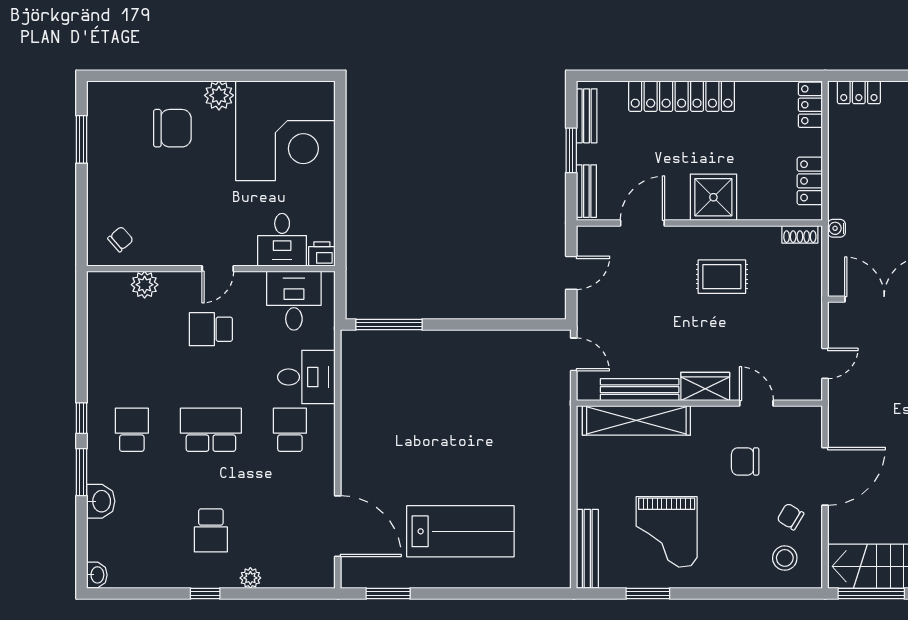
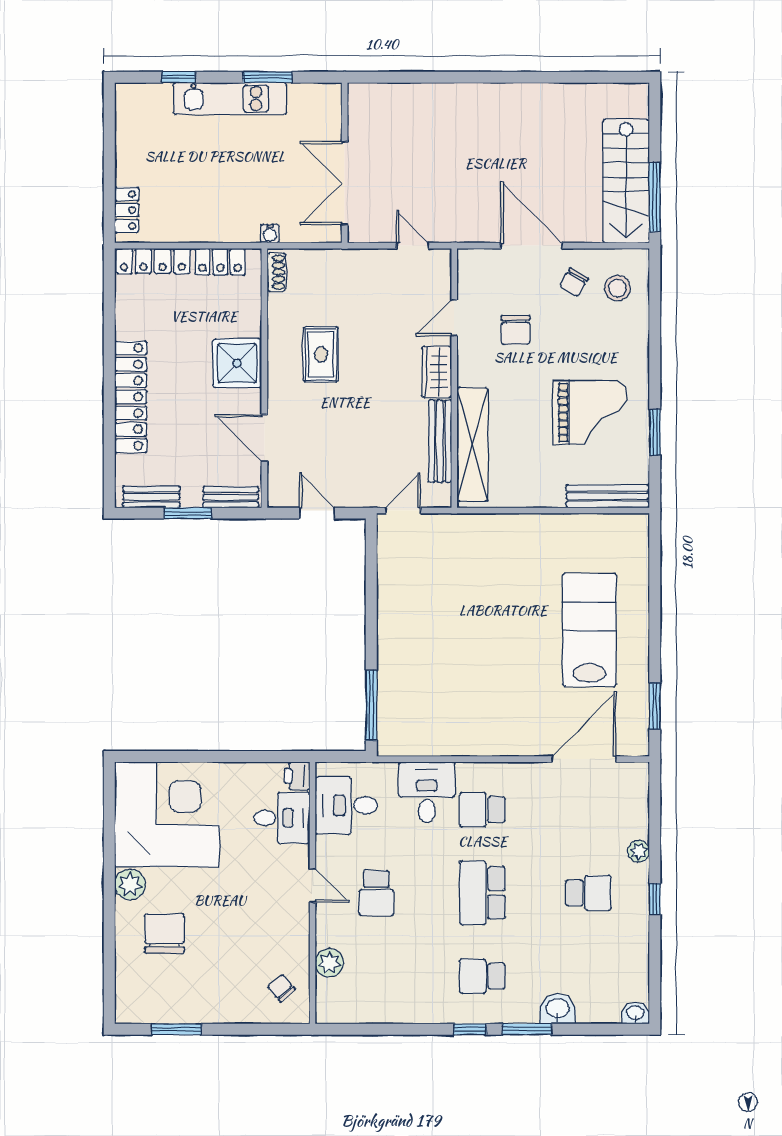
locker: (810, 105) -> (153, 261), width x1.53

